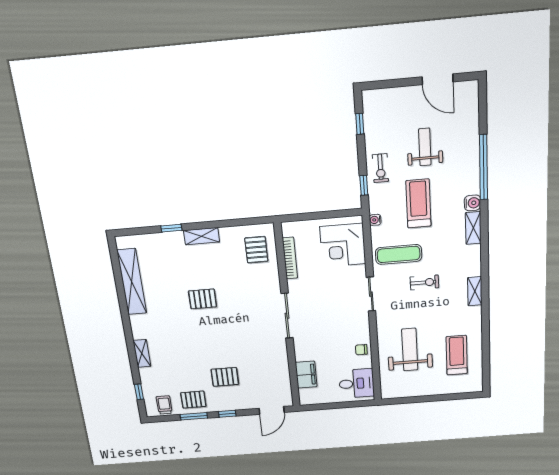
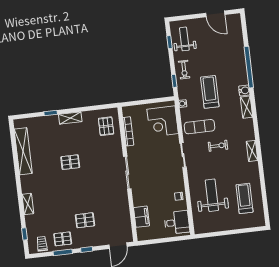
weight bench: (425, 147) -> (184, 39), moved

